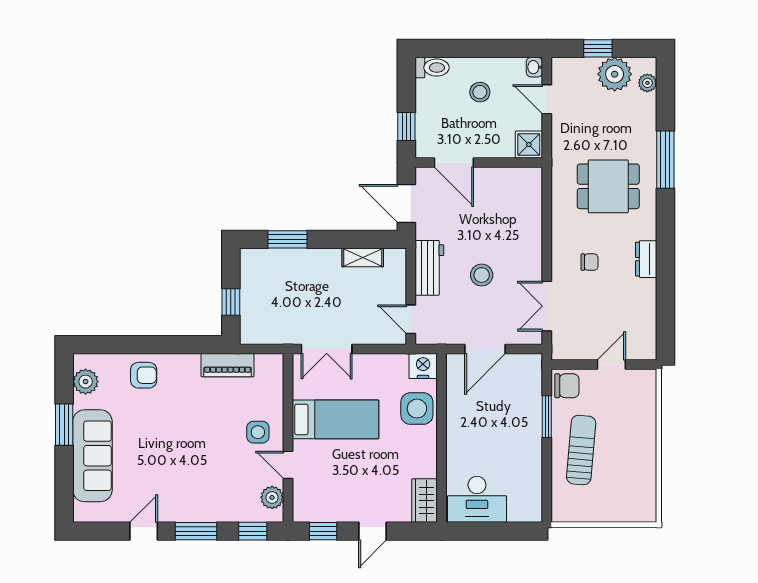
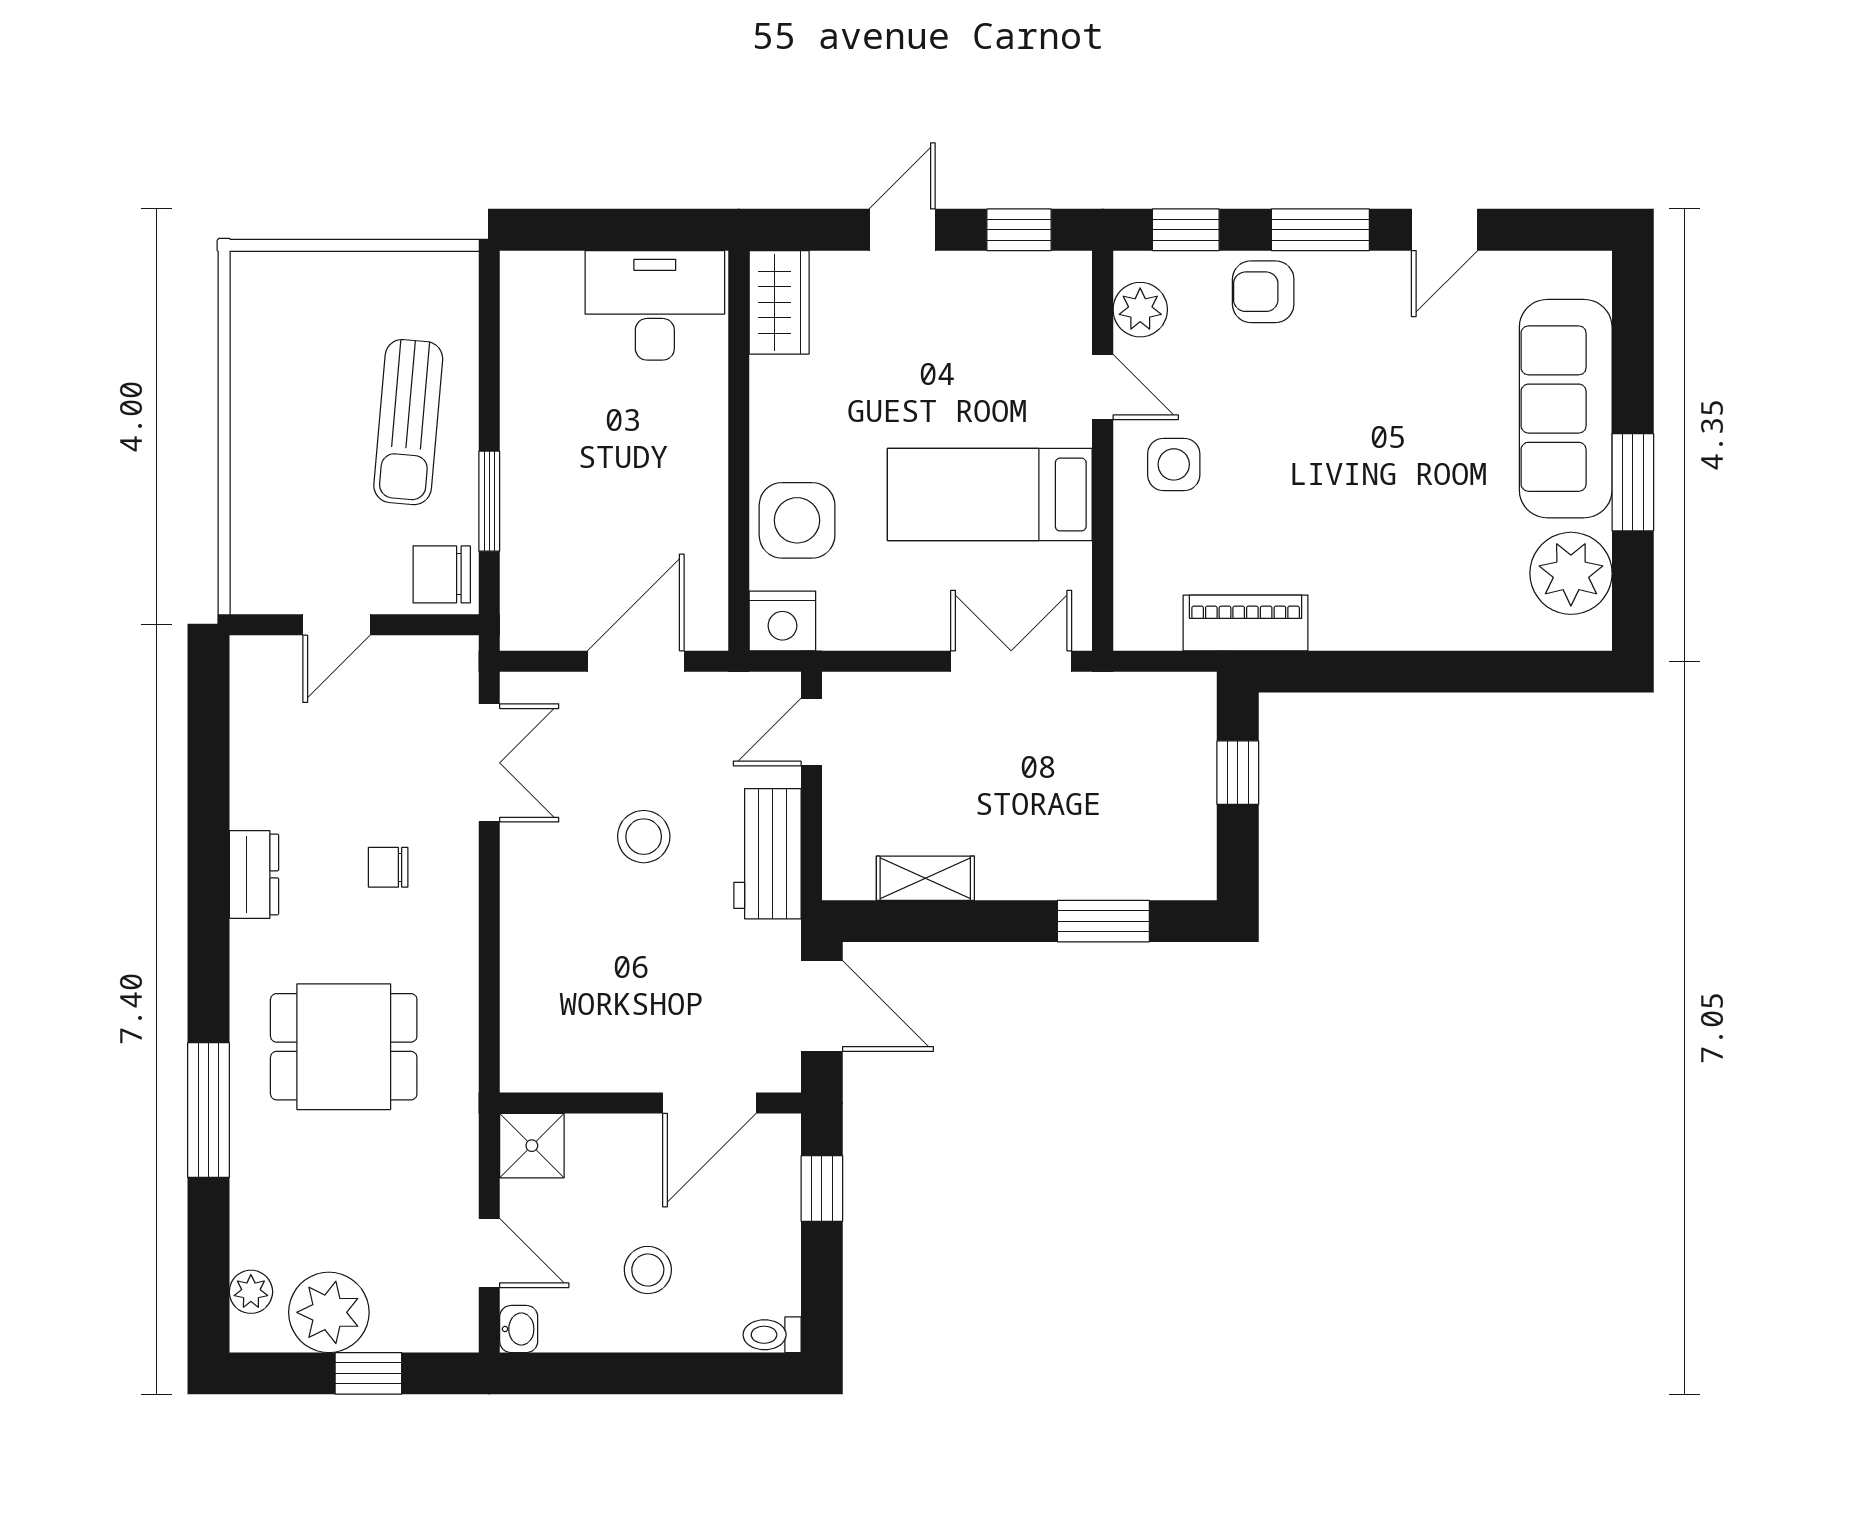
toilet: (432, 68) -> (772, 1335), width x0.73, depth x0.72
door: (454, 163) -> (709, 1103), swing flipped
door: (411, 319) -> (812, 732), swing flipped
armchair: (144, 375) -> (1263, 292), moved
plant: (86, 382) -> (1571, 573), width x1.36, depth x1.36

